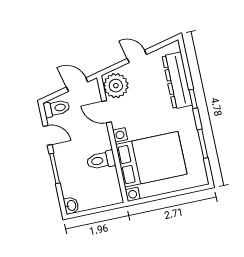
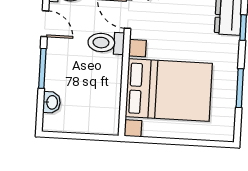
toilet: (101, 160) -> (106, 43), moved
washbasin: (71, 205) -> (52, 102), moved

